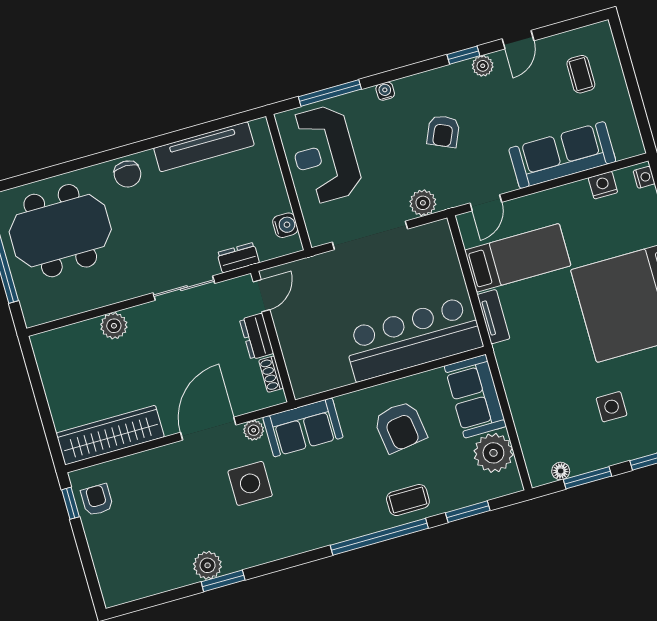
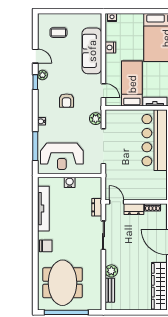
armchair: (443, 131) -> (67, 101), turned 66
nightstand: (603, 185) -> (110, 47), moved
water cooler: (285, 225) -> (70, 182), moved
bench: (73, 334) -> (110, 290), added

